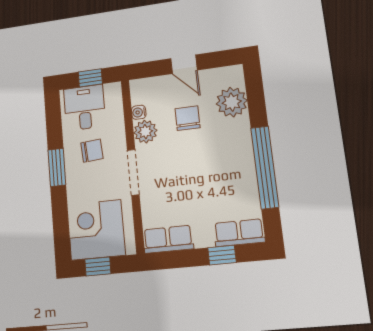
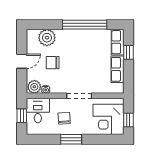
desk: (85, 108) -> (38, 110), moved, turned 90
plant: (145, 132) -> (34, 87), moved
row of seats: (168, 239) -> (117, 69), moved

